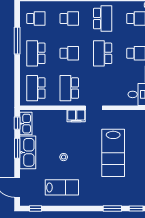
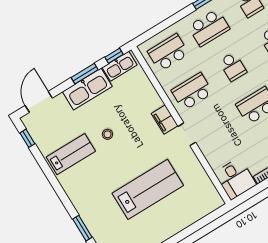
school desk: (36, 53) -> (209, 28), turned 180
lab bench: (113, 153) -> (148, 189), turned 180
lab bench: (62, 187) -> (71, 154), turned -90

